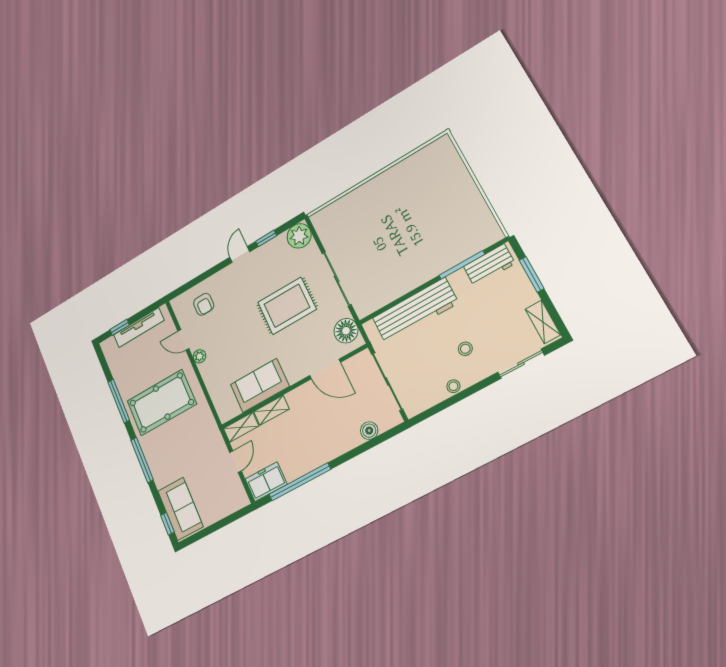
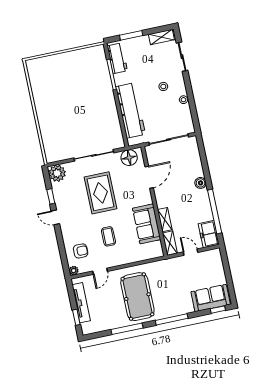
coffee table: (231, 337) -> (108, 236), added
plant: (200, 356) -> (74, 271), moved
boiler: (369, 431) -> (201, 183), moved

